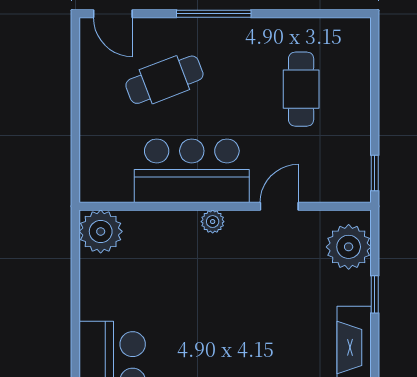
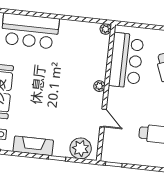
bar counter: (192, 171) -> (126, 60), moved
plant: (101, 231) -> (106, 29), width x0.53, depth x0.53

